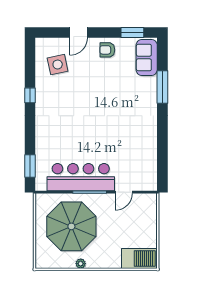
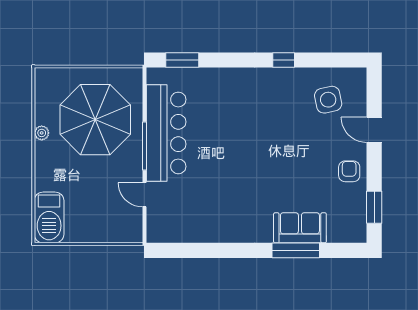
sofa: (147, 58) -> (300, 228), moved

